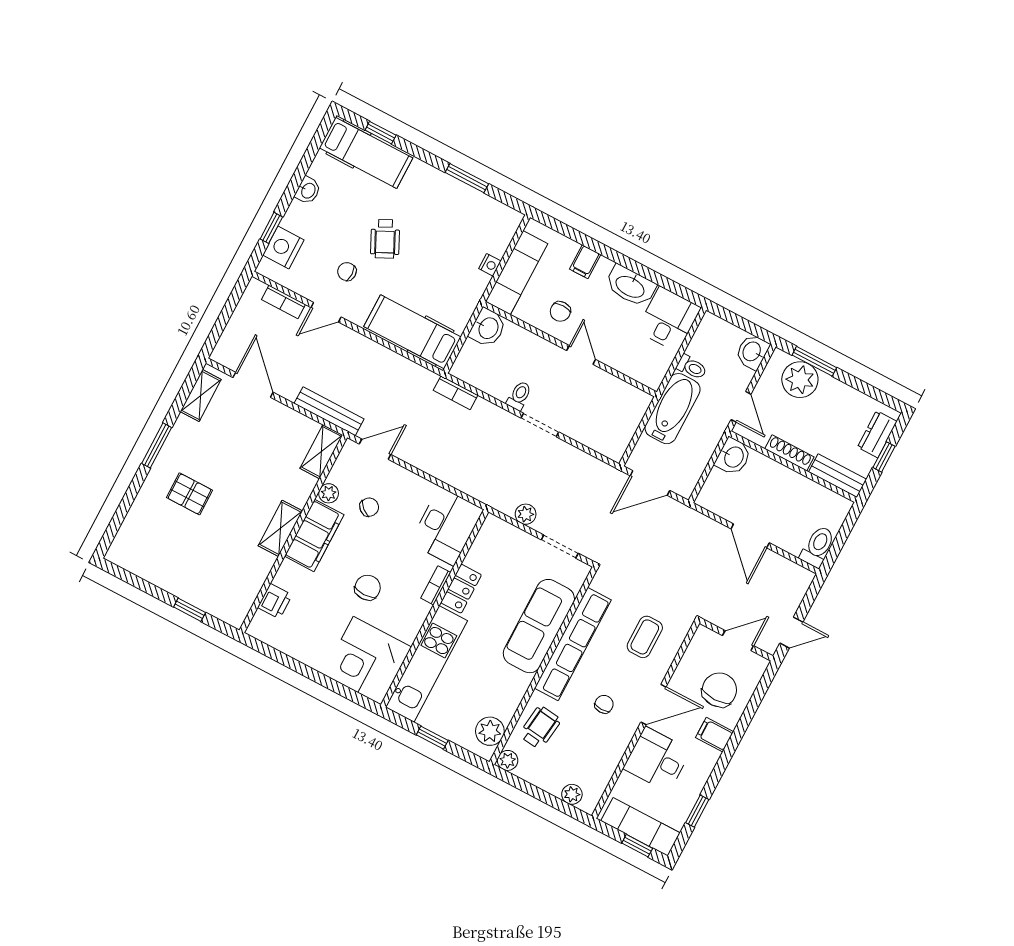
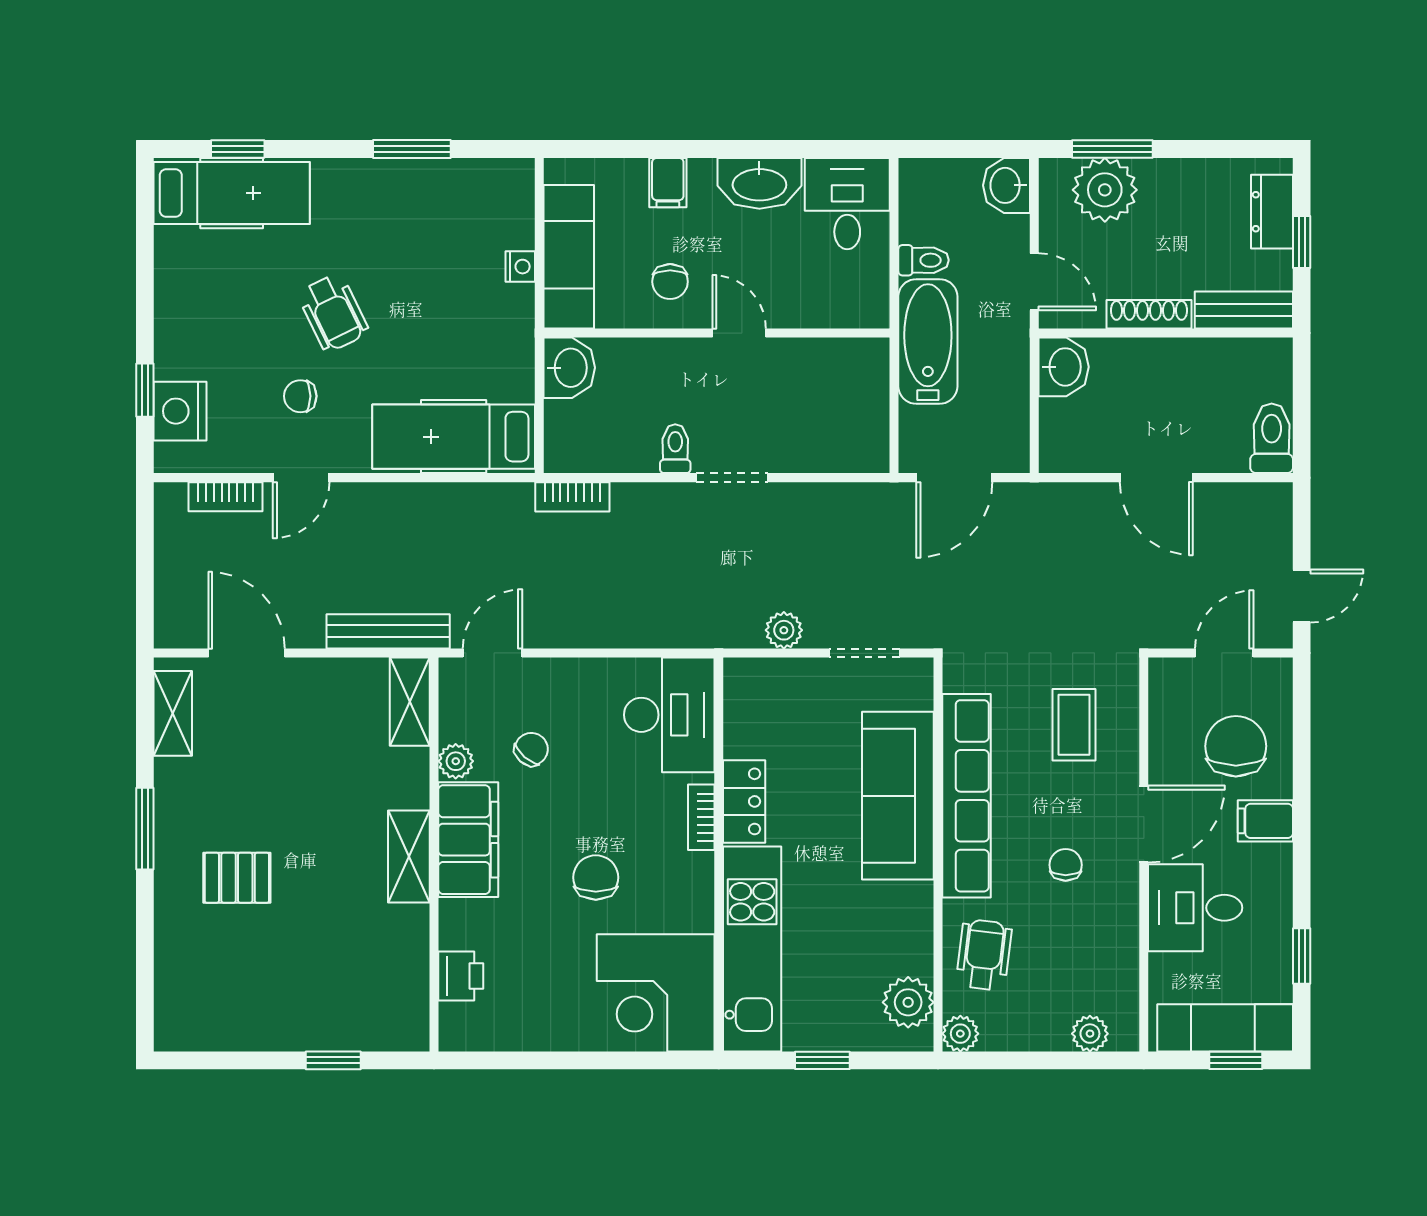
washbasin: (308, 190) -> (171, 301), removed

